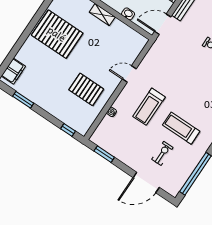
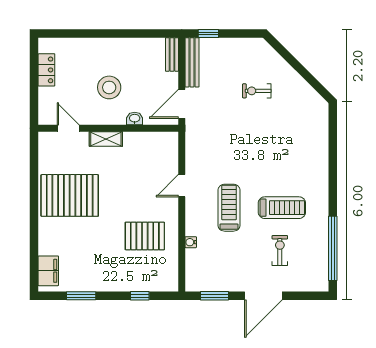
treadmill: (149, 107) -> (229, 208), turned 180
treadmill: (181, 128) -> (282, 208), turned 180
window: (68, 130) -> (140, 296), moved
door: (146, 182) -> (263, 296), moved

